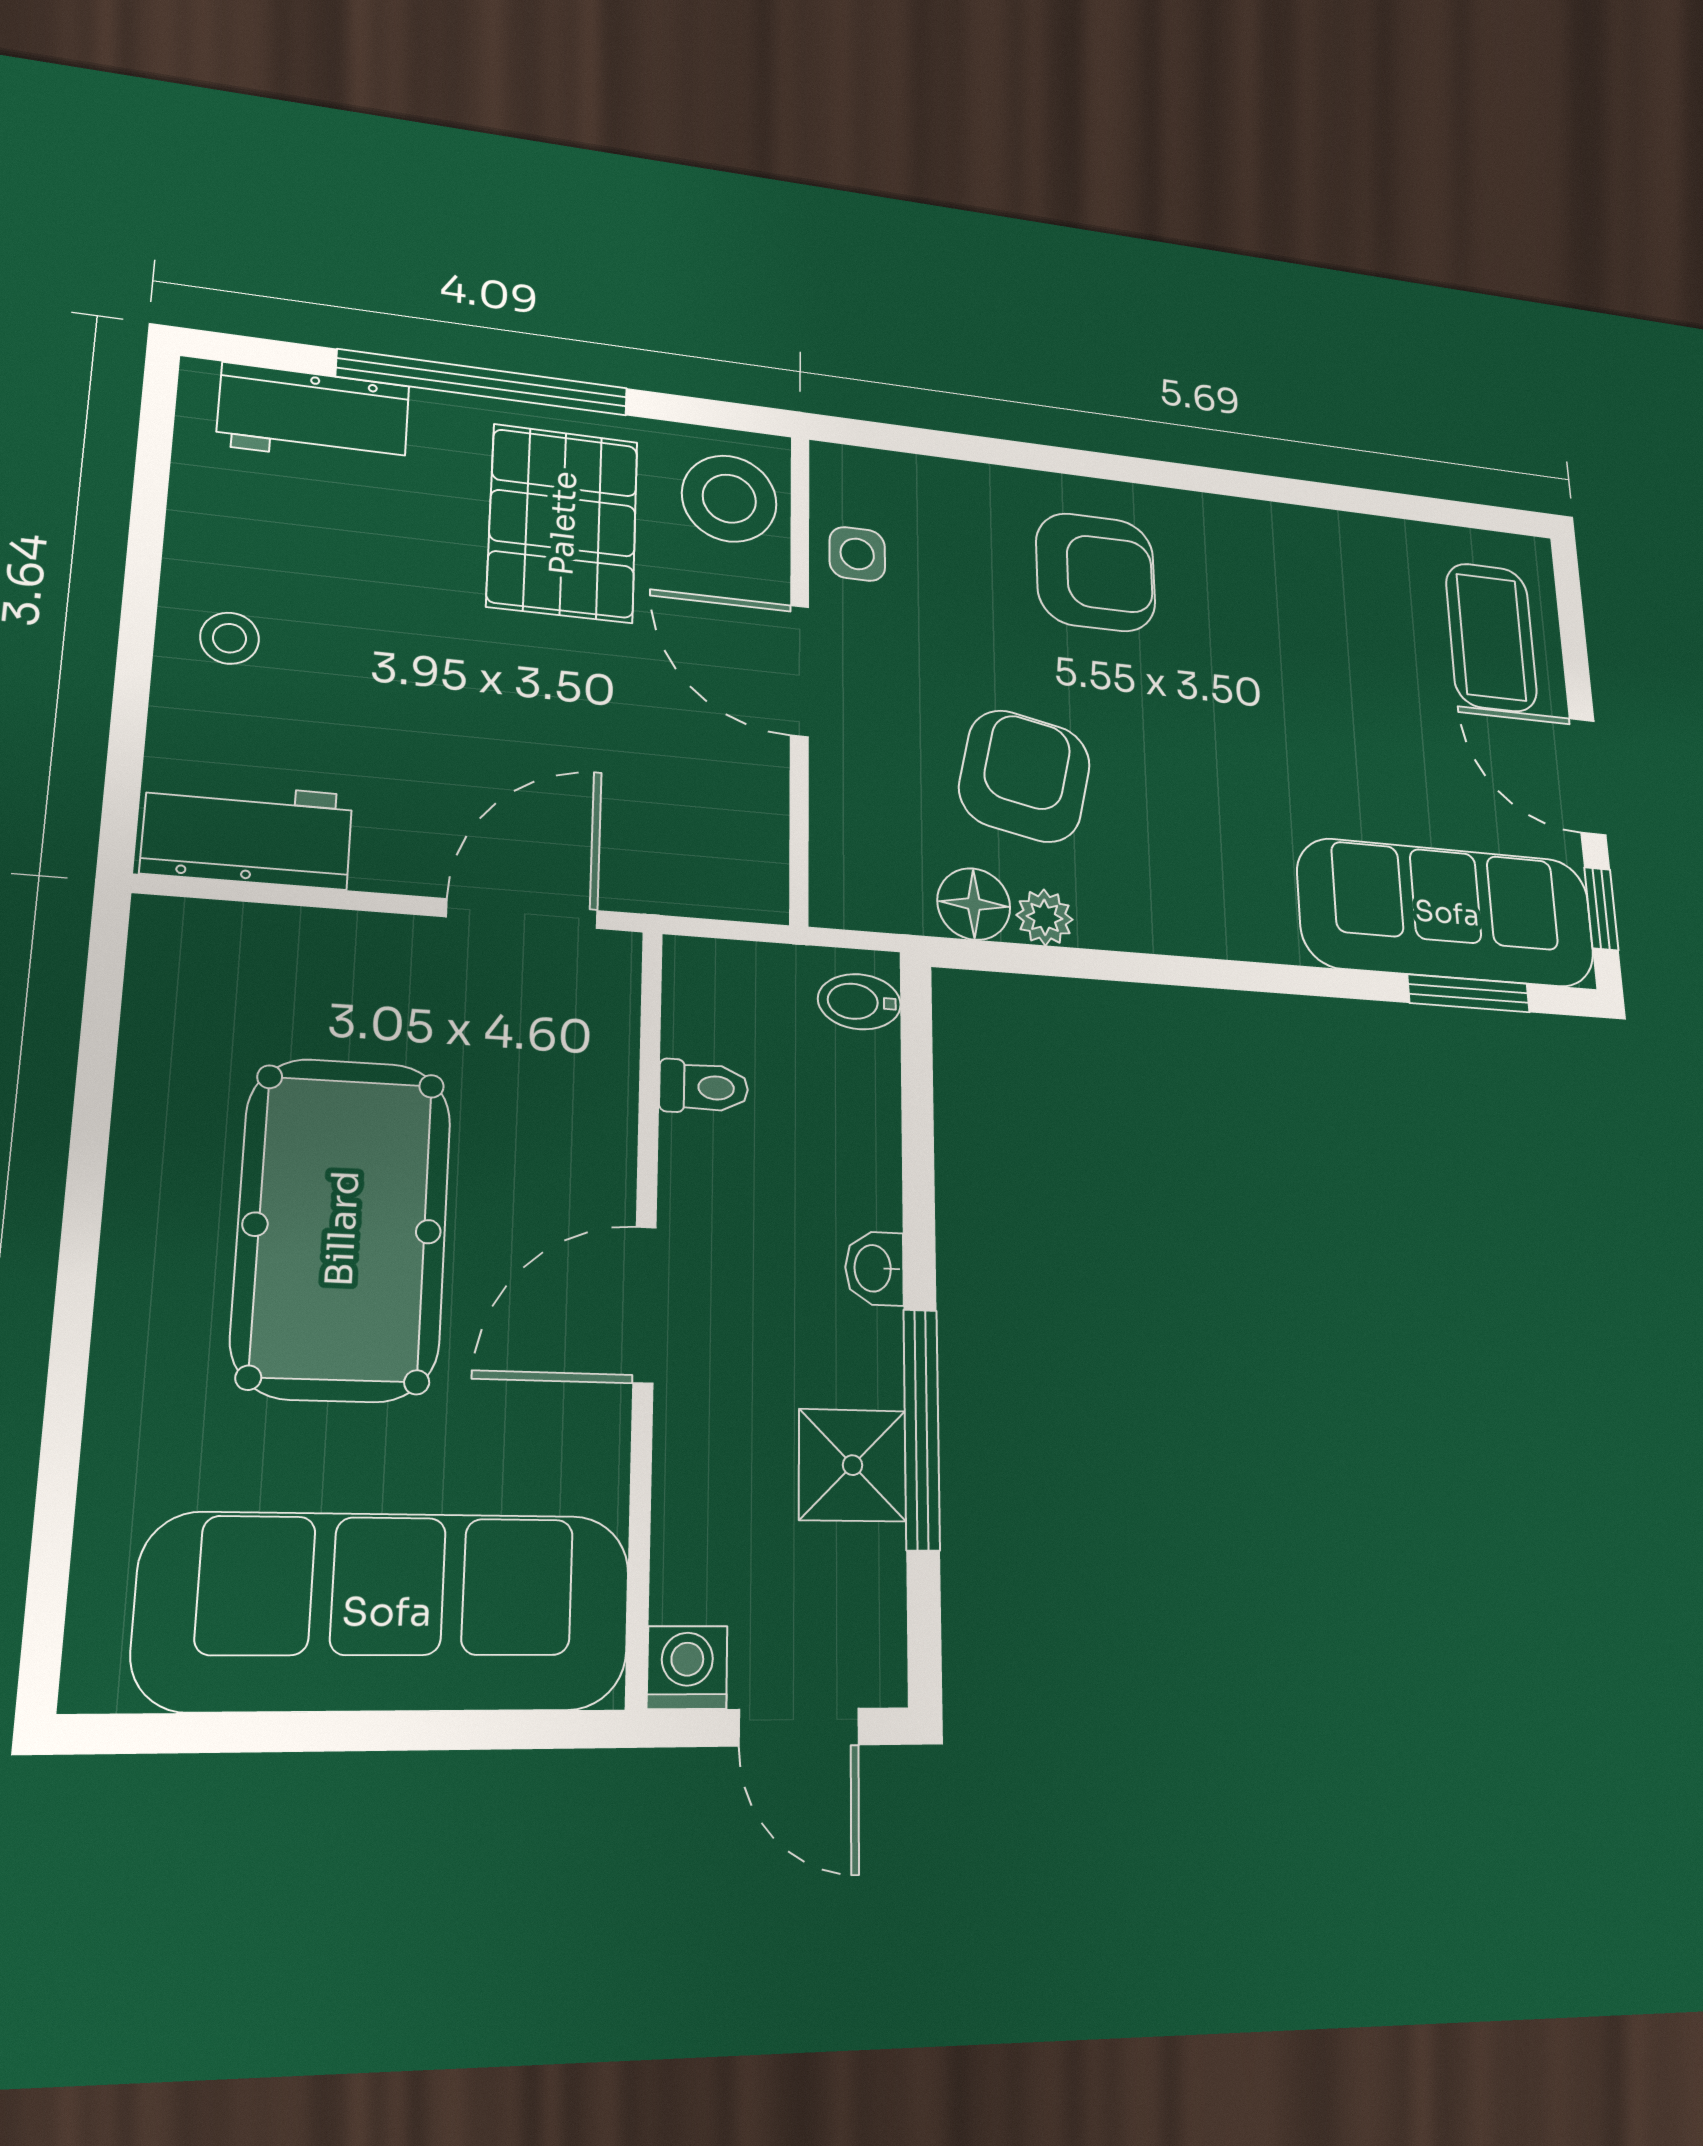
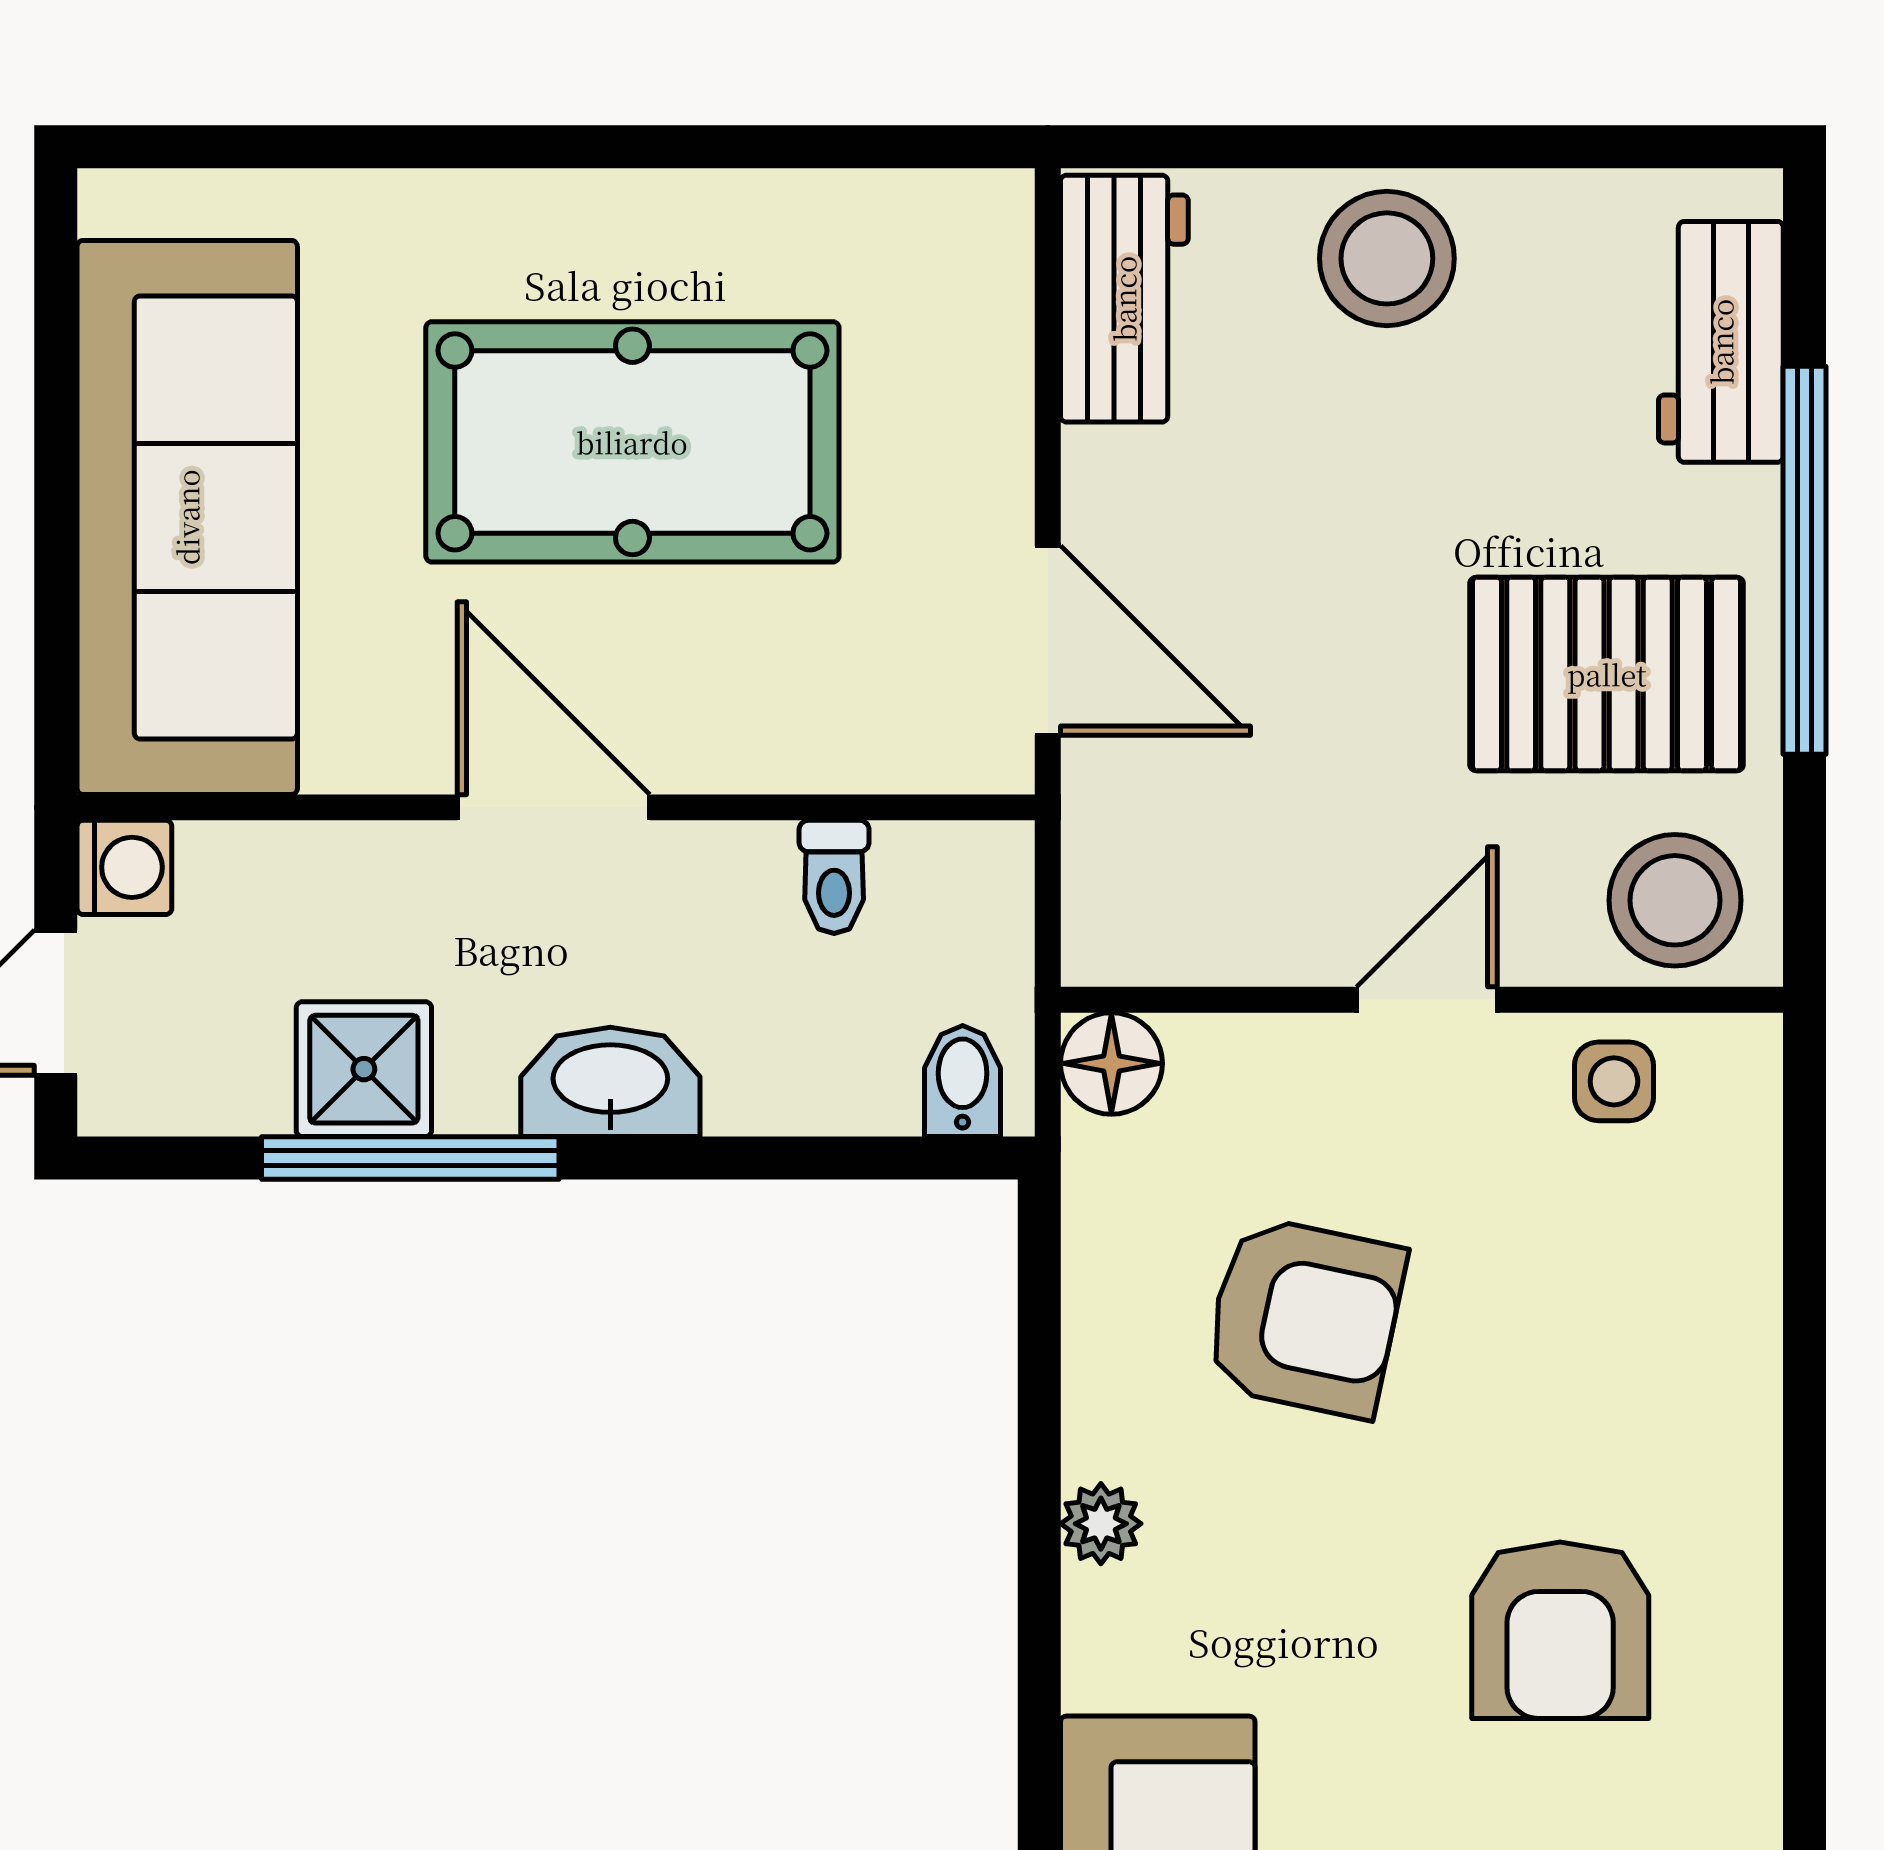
armchair: (1096, 572) -> (1560, 1630), moved
stool: (230, 638) -> (1387, 258), width x1.89, depth x1.89
door: (799, 671) -> (1427, 1000), width x0.73
floor lamp: (974, 904) -> (1111, 1063), moved
plant: (1045, 917) -> (1101, 1524), moved
washbasin: (874, 1268) -> (610, 1082), width x1.91, depth x1.45

